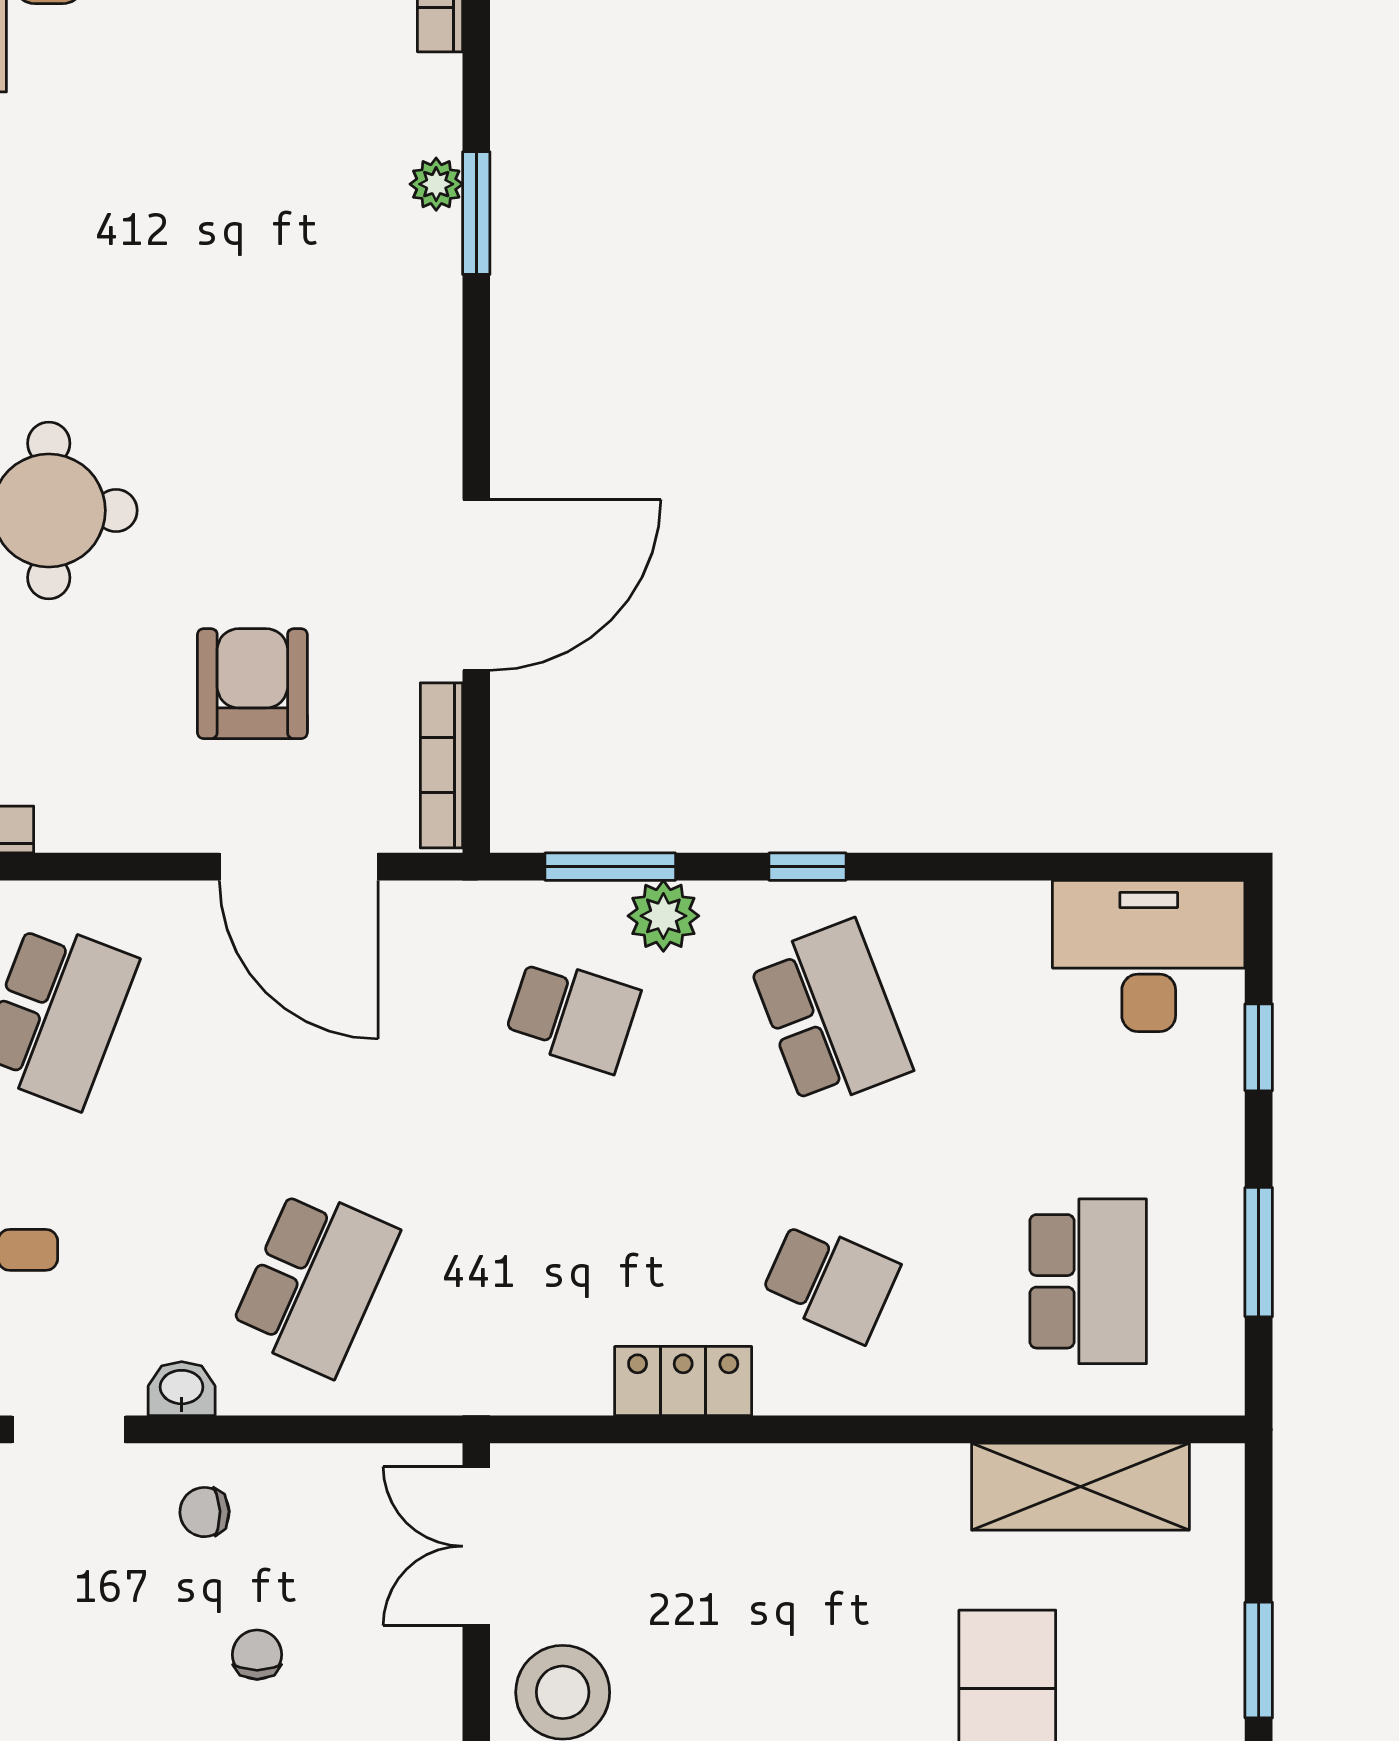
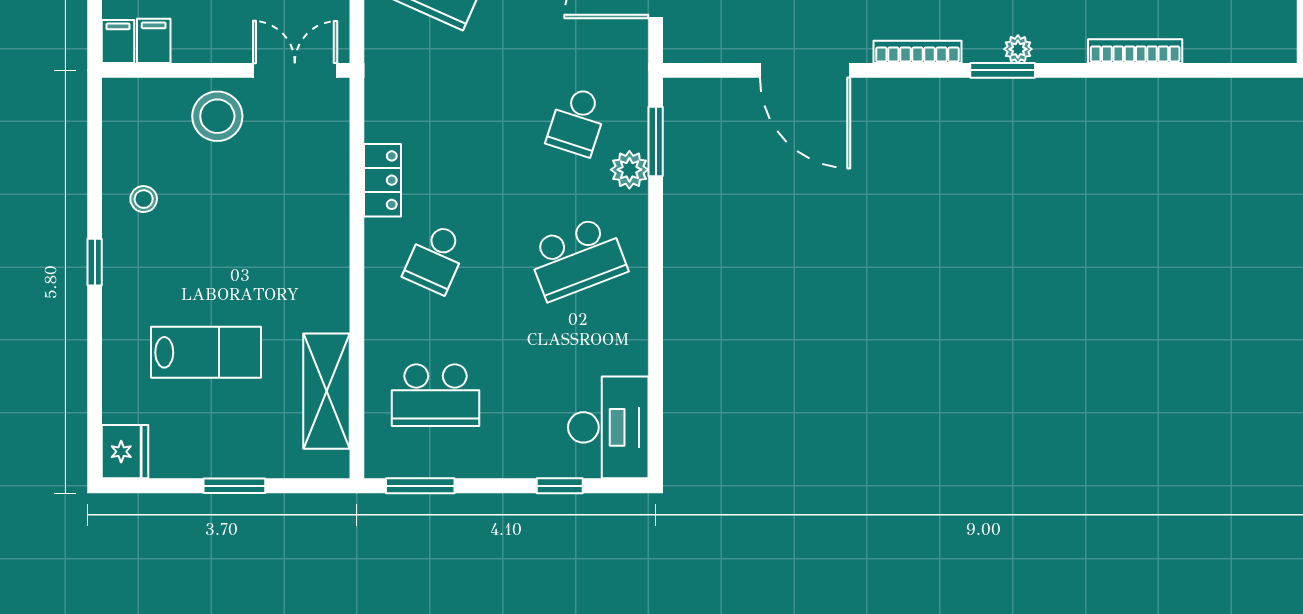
bookcase: (441, 765) -> (917, 52), moved
window: (807, 867) -> (656, 246), removed
window: (1259, 1252) -> (420, 486), moved

